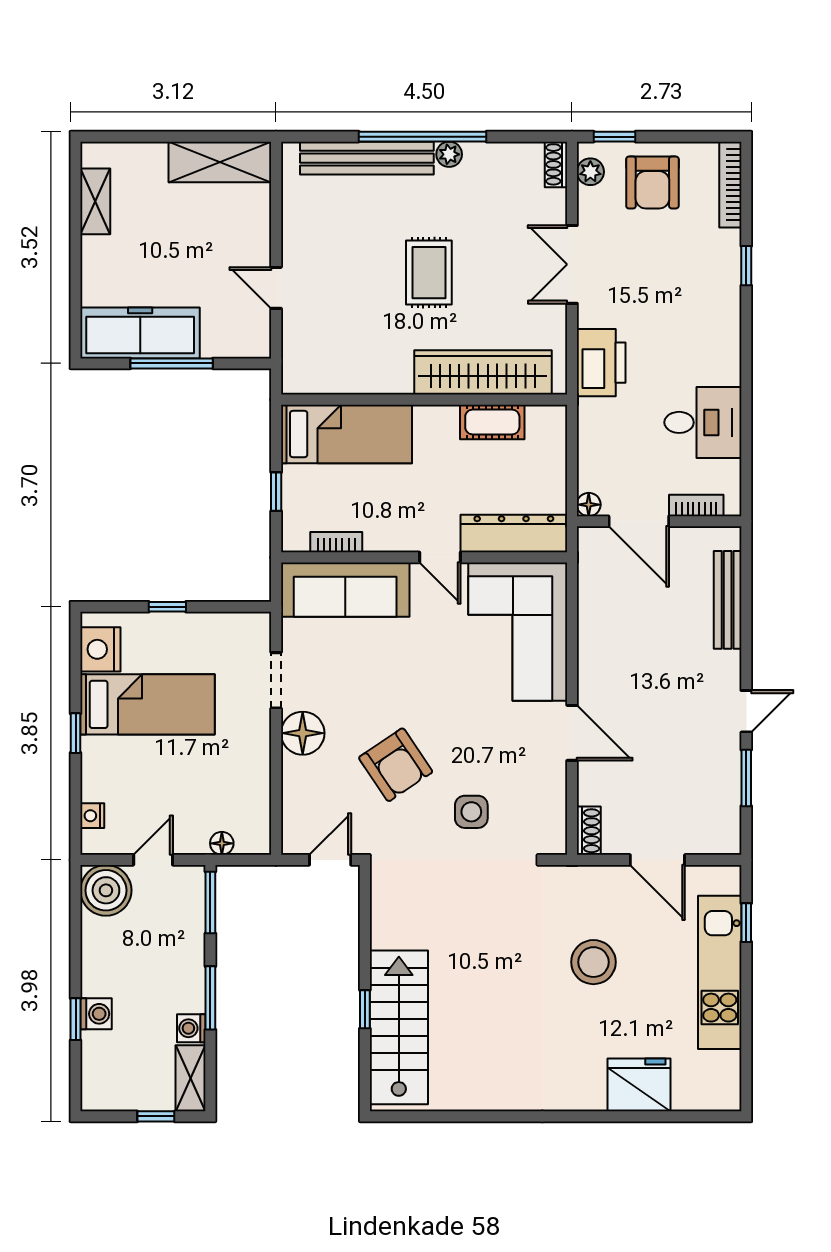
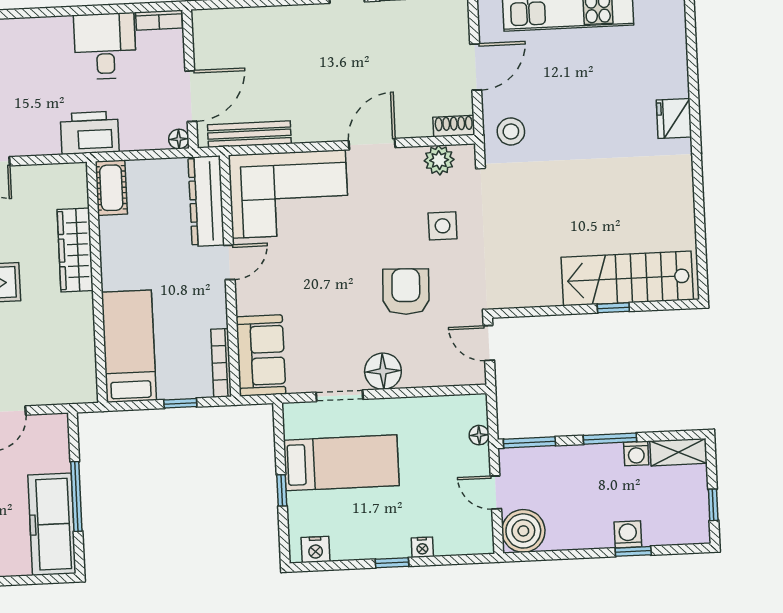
printer: (601, 363) -> (90, 133), moved
wardrobe: (483, 372) -> (75, 250), width x0.71, depth x0.85
cot: (492, 422) -> (111, 188), moved
bookcase: (696, 505) -> (159, 20), moved, turned -90
bookcase: (336, 542) -> (221, 363), width x1.56
sofa: (345, 590) -> (261, 355), width x0.73
bench: (728, 600) -> (249, 134), moved
nightstand: (100, 649) -> (316, 550), width x0.74, depth x0.75
bed: (148, 704) -> (341, 463), moved, turned 90
armchair: (396, 765) -> (406, 292), turned -54
plant: (549, 811) -> (439, 160), added
nightstand: (92, 816) -> (422, 547), moved
stool: (593, 962) -> (511, 131), moved, width x0.73, depth x0.73
fridge: (639, 1085) -> (674, 119), moved, width x0.73, depth x0.75
window: (156, 1116) -> (713, 505), moved

